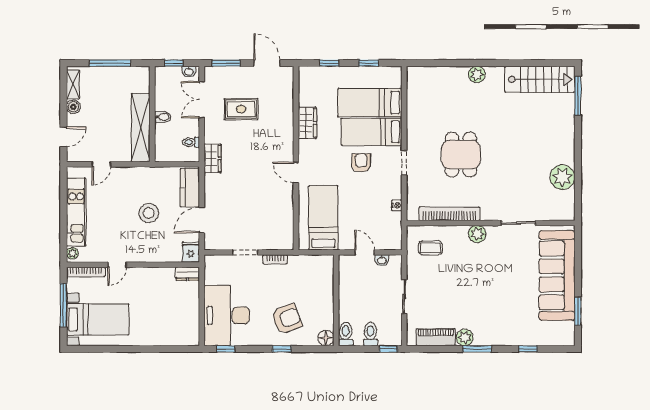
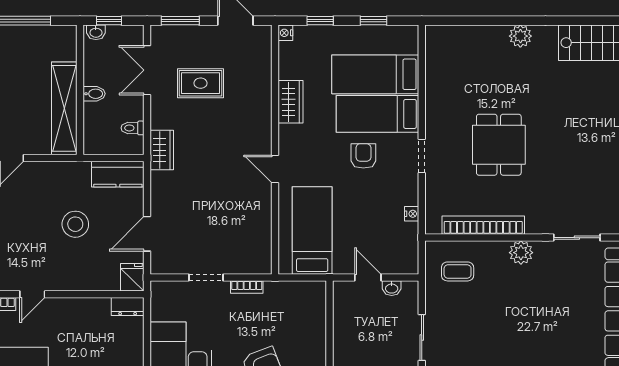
washbasin: (189, 72) -> (96, 32), moved
nightstand: (304, 72) -> (285, 33), added
kitchen counter: (190, 188) -> (118, 174), moved, turned -90

